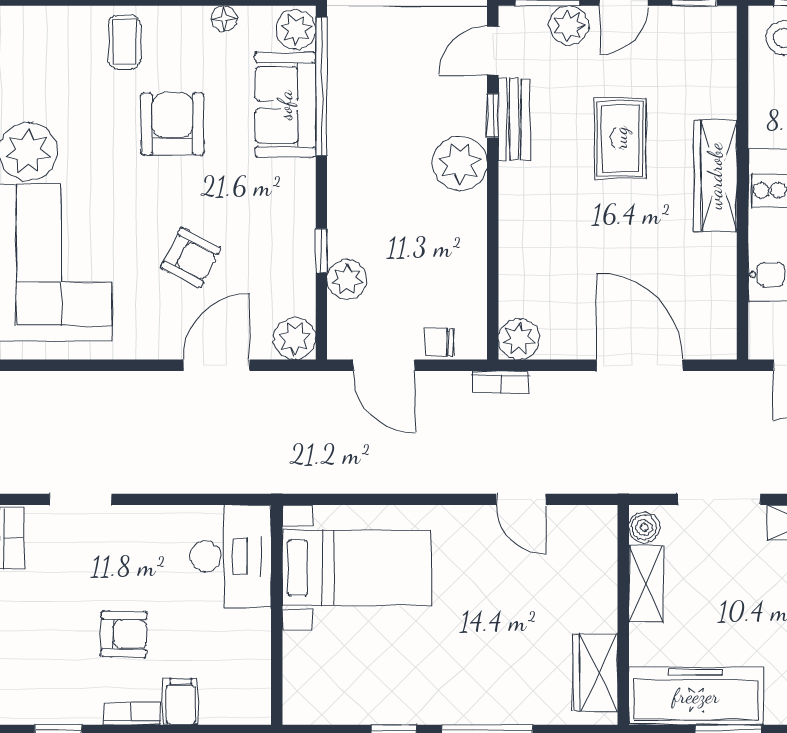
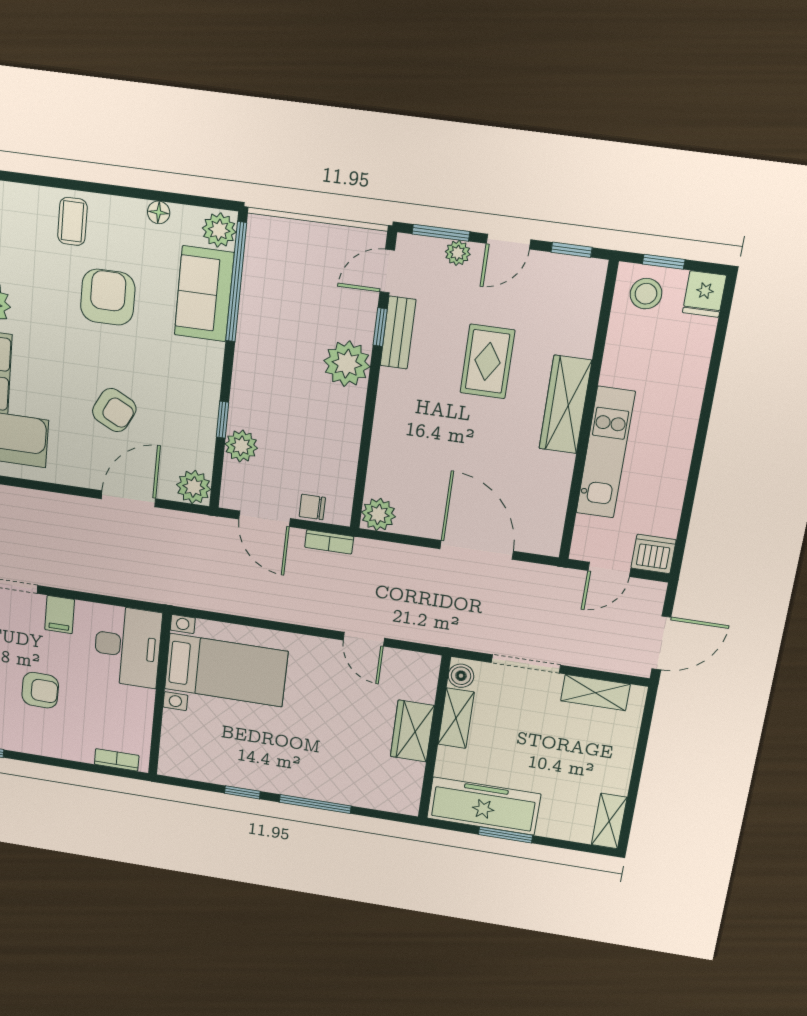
plant: (569, 25) -> (458, 253), width x0.73, depth x0.73
bookcase: (501, 382) -> (329, 542), moved
wardrobe: (595, 672) -> (412, 731), moved
filing cabinet: (181, 702) -> (60, 615), moved, turned 180
bookcase: (132, 714) -> (117, 760), moved

